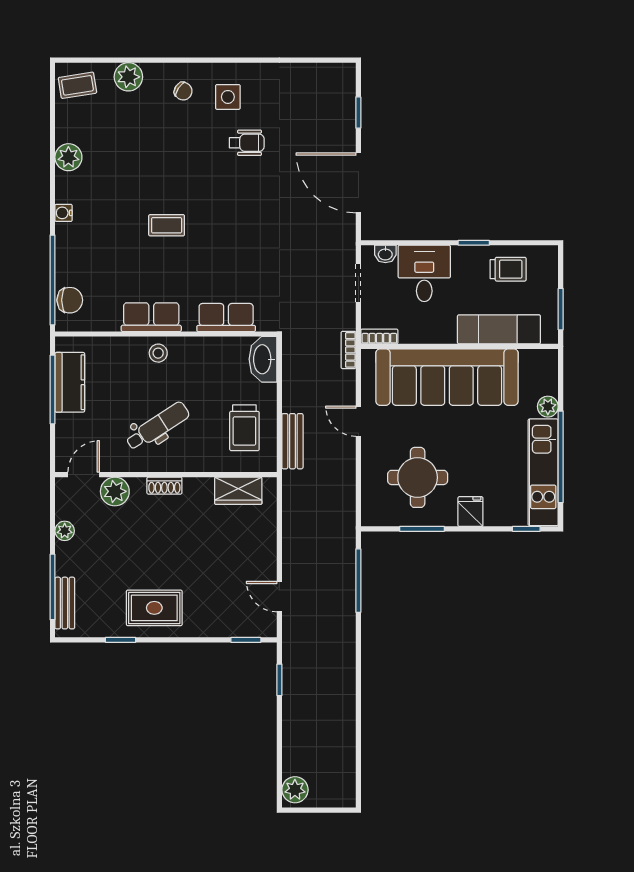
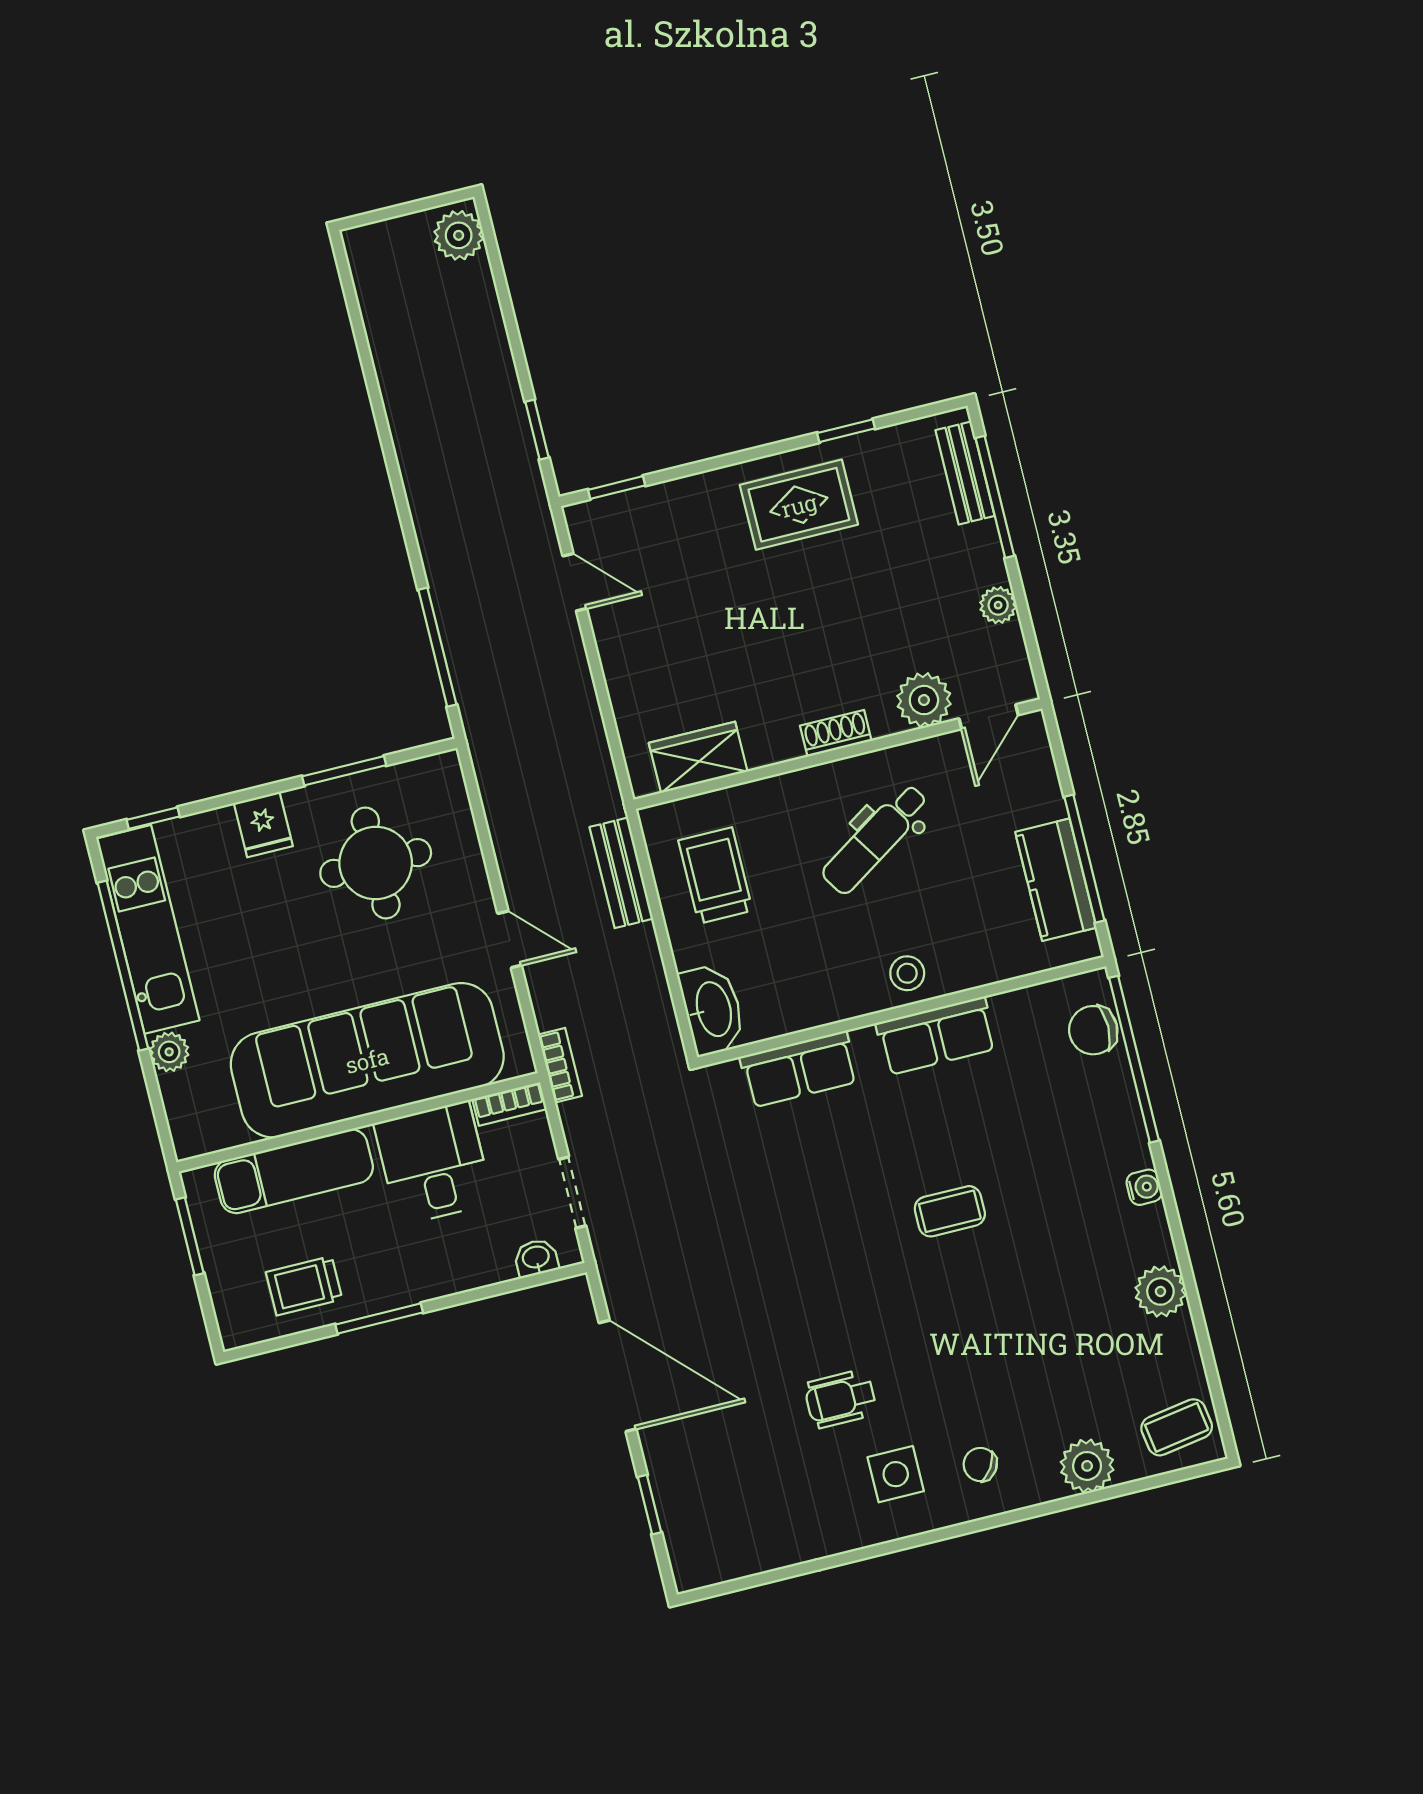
window: (474, 243) -> (379, 1319), width x1.50
desk: (424, 273) -> (434, 1163), moved, turned 180

